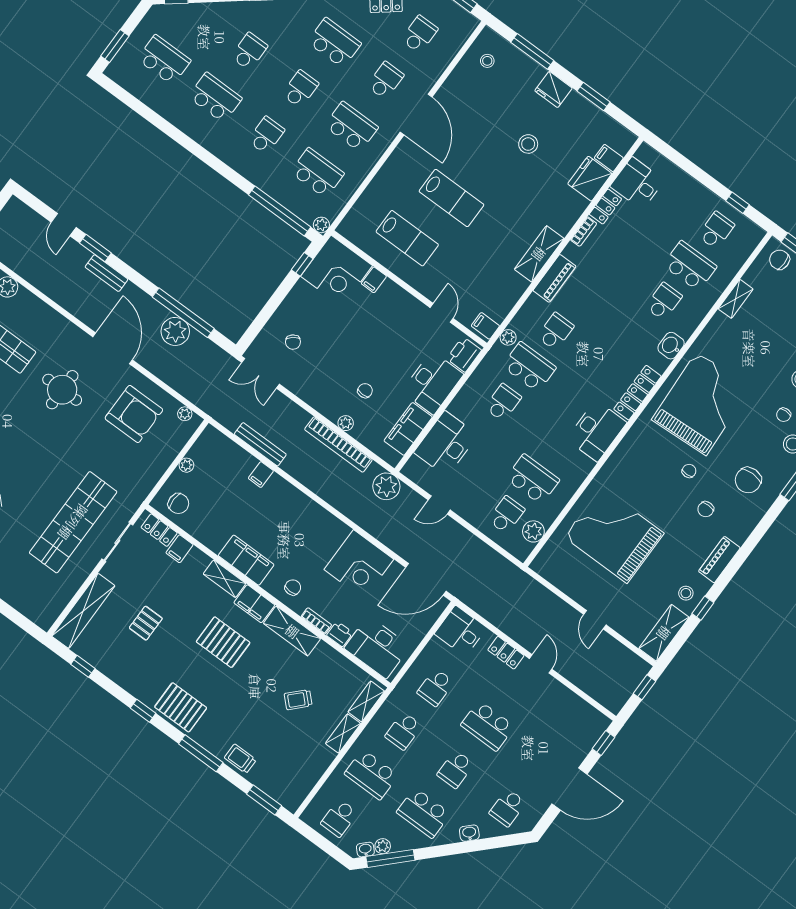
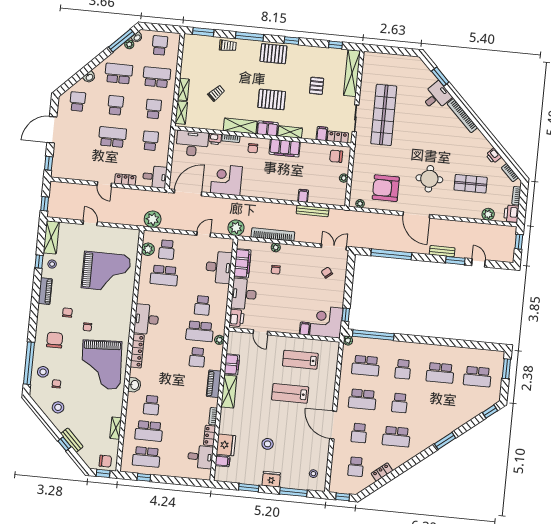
school desk: (249, 51) -> (437, 407), removed
school desk: (716, 230) -> (146, 457), width x1.85
filing cabinet: (485, 326) -> (232, 364), moved, width x2.00
plant: (175, 331) -> (153, 219), moved

